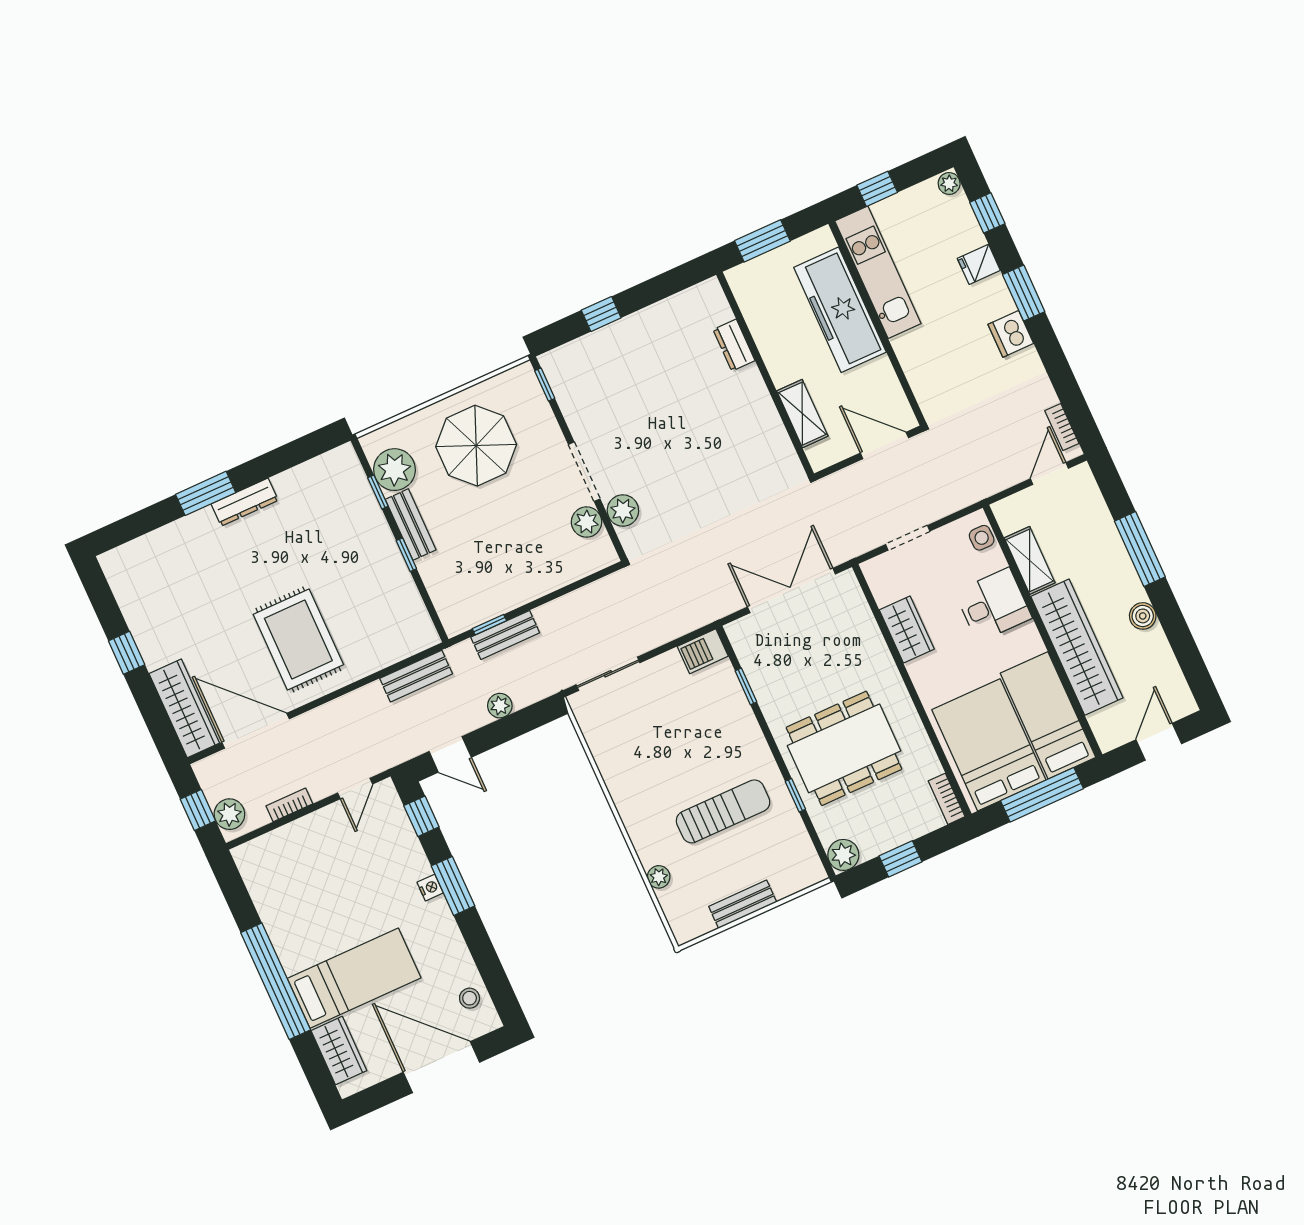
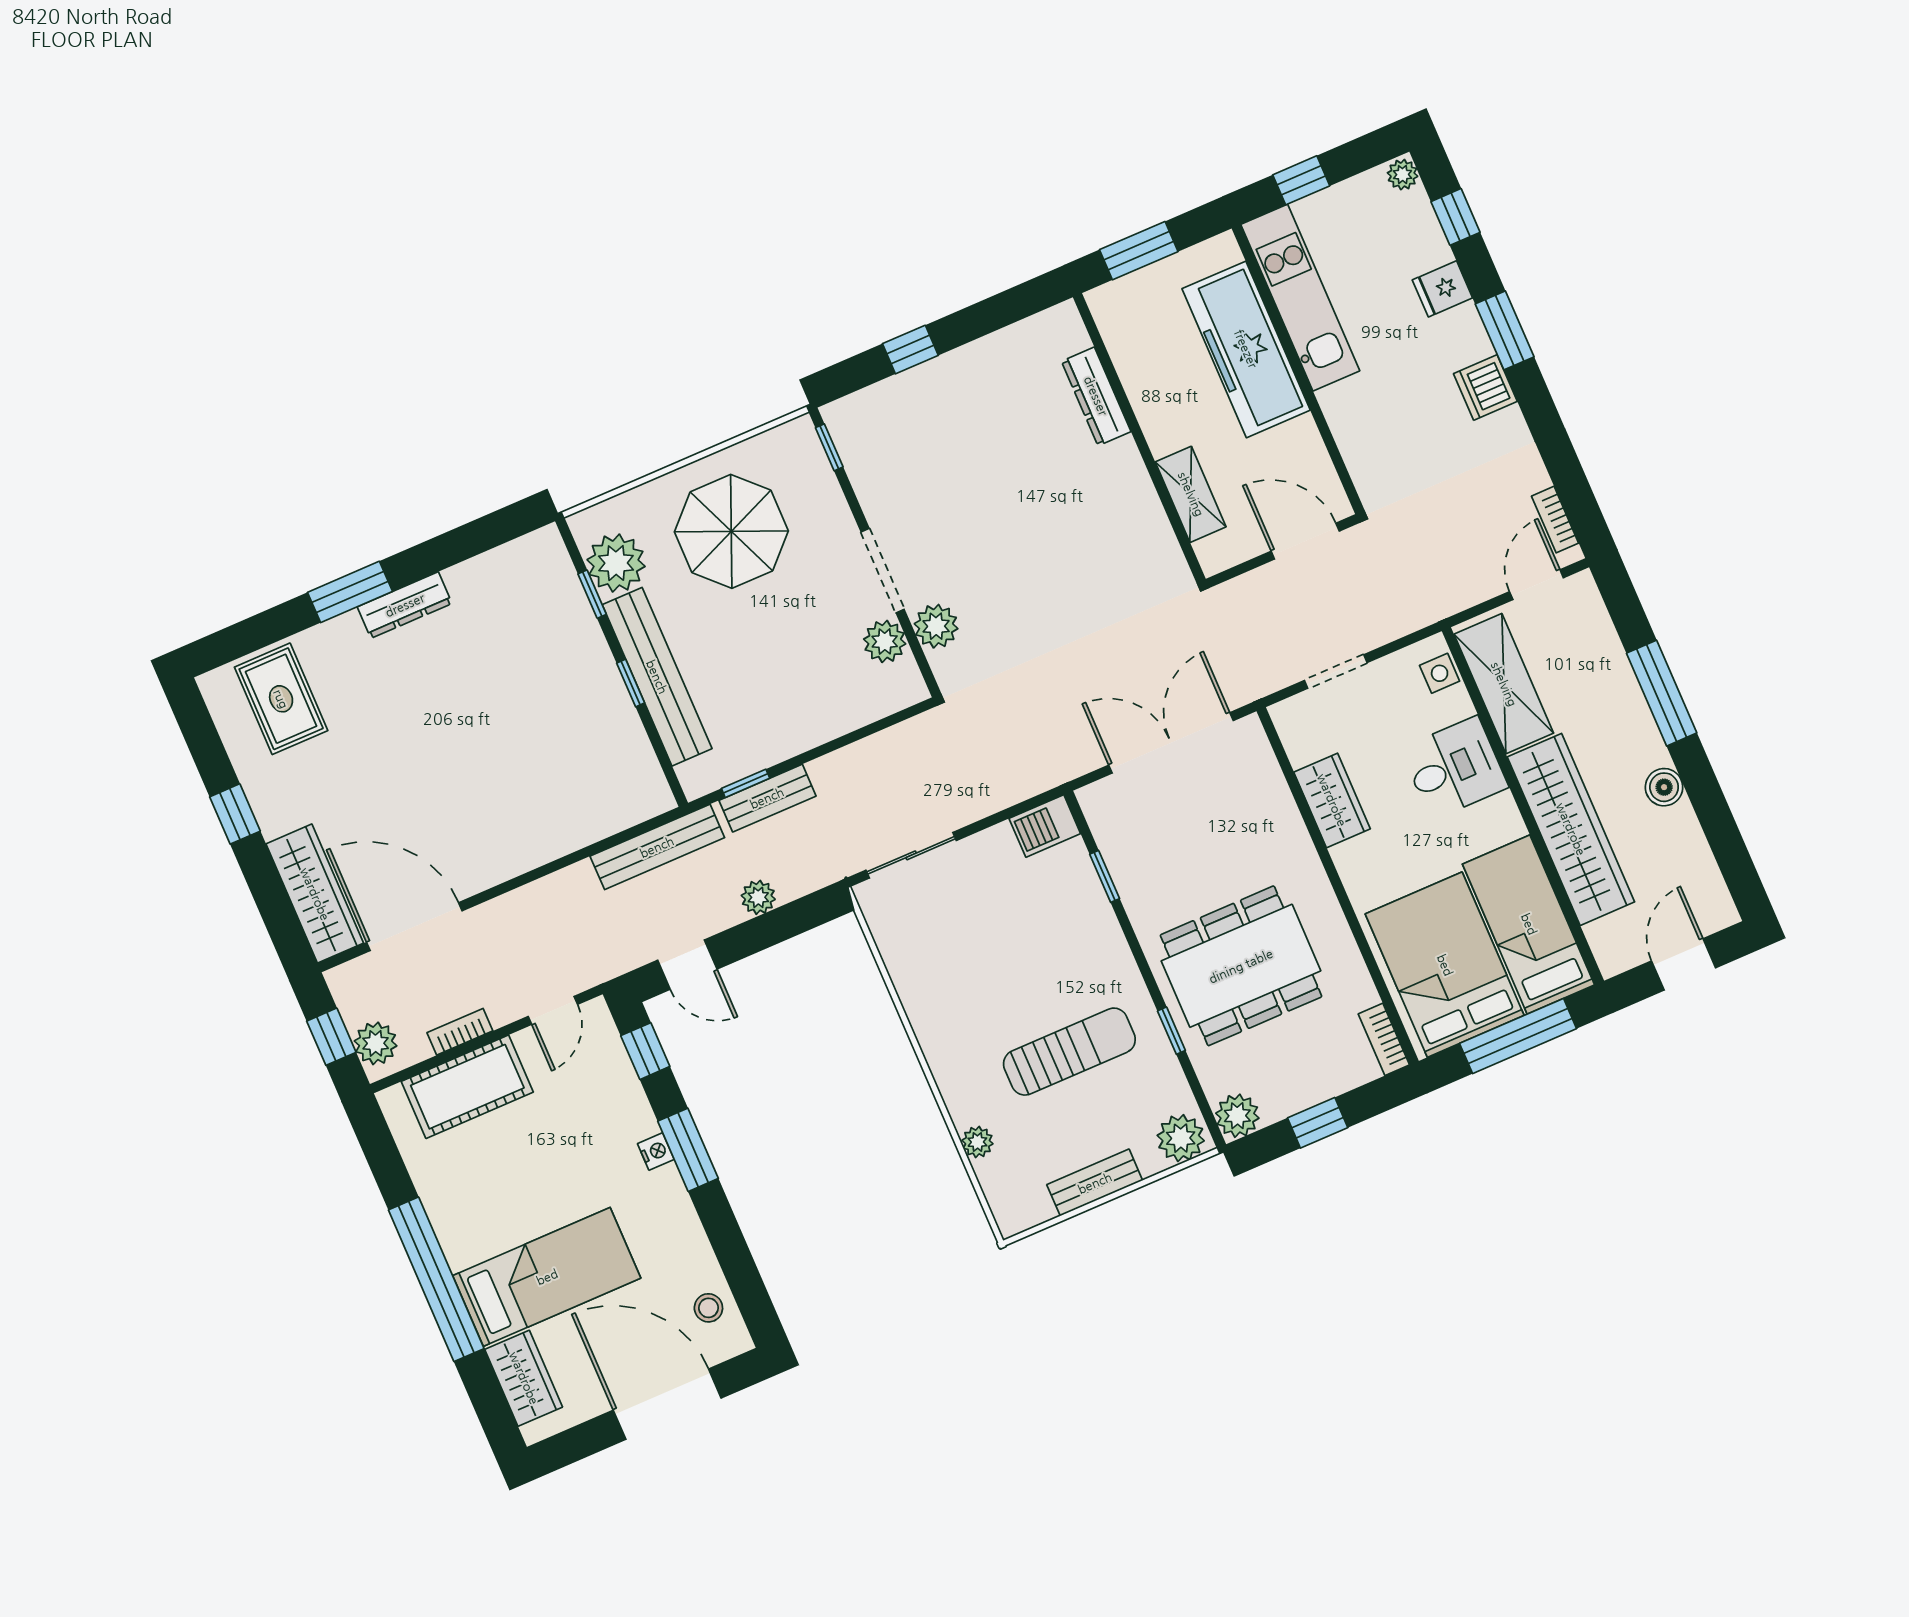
dresser: (734, 345) -> (1096, 396), width x1.44
bench: (411, 525) -> (657, 677), width x1.86, depth x1.21
shelving: (1030, 560) -> (1504, 684), width x1.50, depth x1.33
rug: (298, 640) -> (281, 699), moved, width x0.73, depth x0.70
bench: (416, 676) -> (657, 847), width x1.36
cot: (295, 844) -> (467, 1087), added
plant: (803, 872) -> (1181, 1138), added

